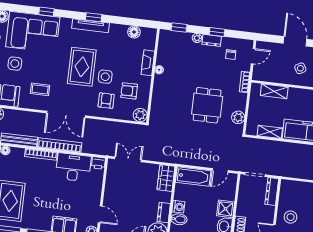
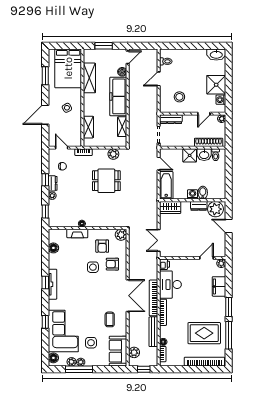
rug: (82, 67) -> (87, 287), removed
stool: (291, 217) -> (179, 97), moved

